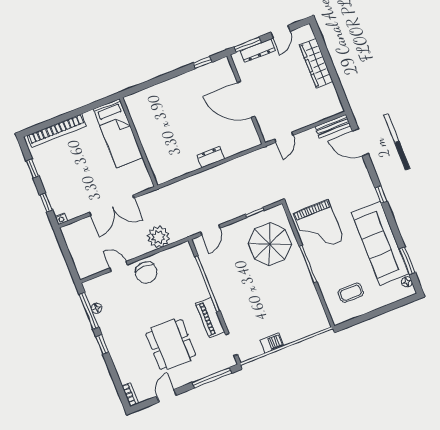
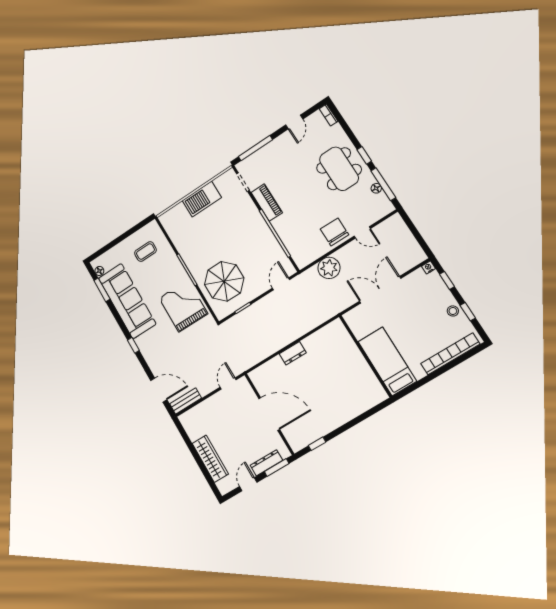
stool: (46, 172) -> (453, 311), added
barbecue: (272, 343) -> (202, 199), width x1.88, depth x1.53
dining table: (171, 344) -> (339, 169), moved

